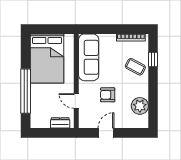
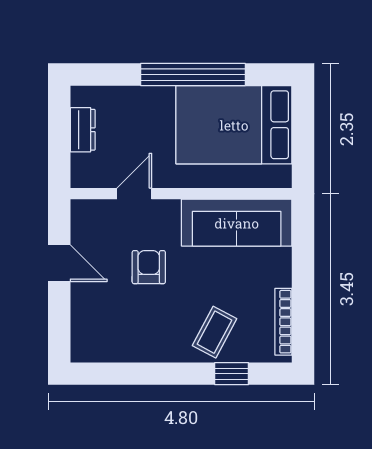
window: (26, 91) -> (193, 75), moved
plant: (140, 106) -> (123, 343), removed
dresser: (60, 123) -> (83, 130), moved

